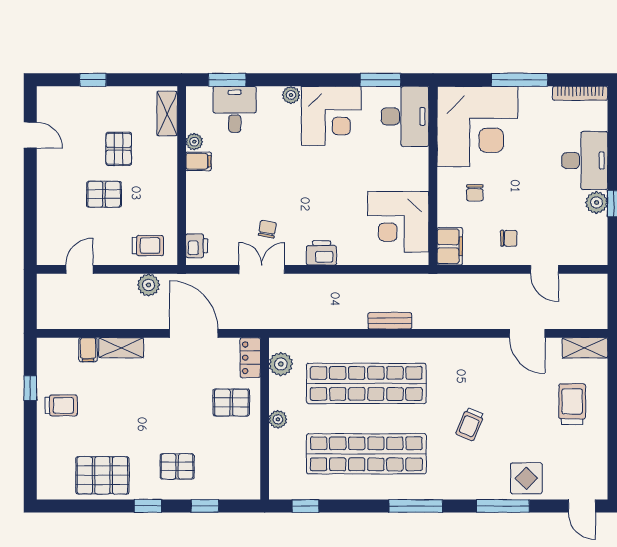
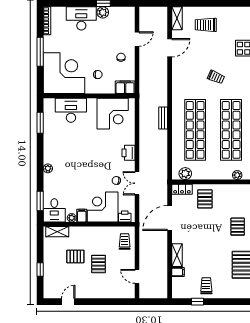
desk: (235, 109) -> (54, 210), moved, turned -90
corner desk: (331, 116) -> (103, 207), moved, turned -90
desk: (405, 116) -> (71, 110), moved
plant: (148, 285) -> (145, 241), removed
plant: (278, 419) -> (237, 175), moved

